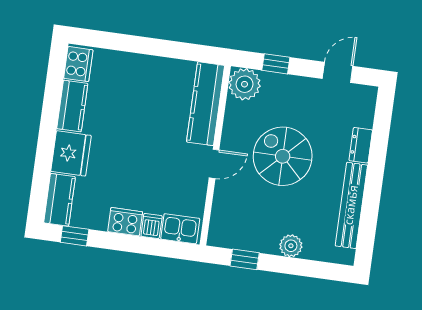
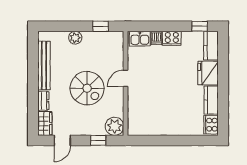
kitchen counter: (206, 104) -> (135, 112), removed
wardrobe: (364, 106) -> (45, 123), added

